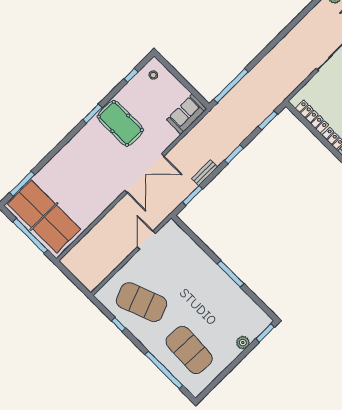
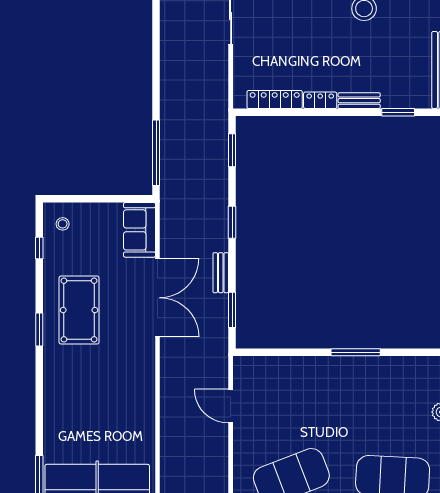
pool table: (120, 123) -> (79, 310), turned 90
double door: (144, 173) -> (158, 298), moved

